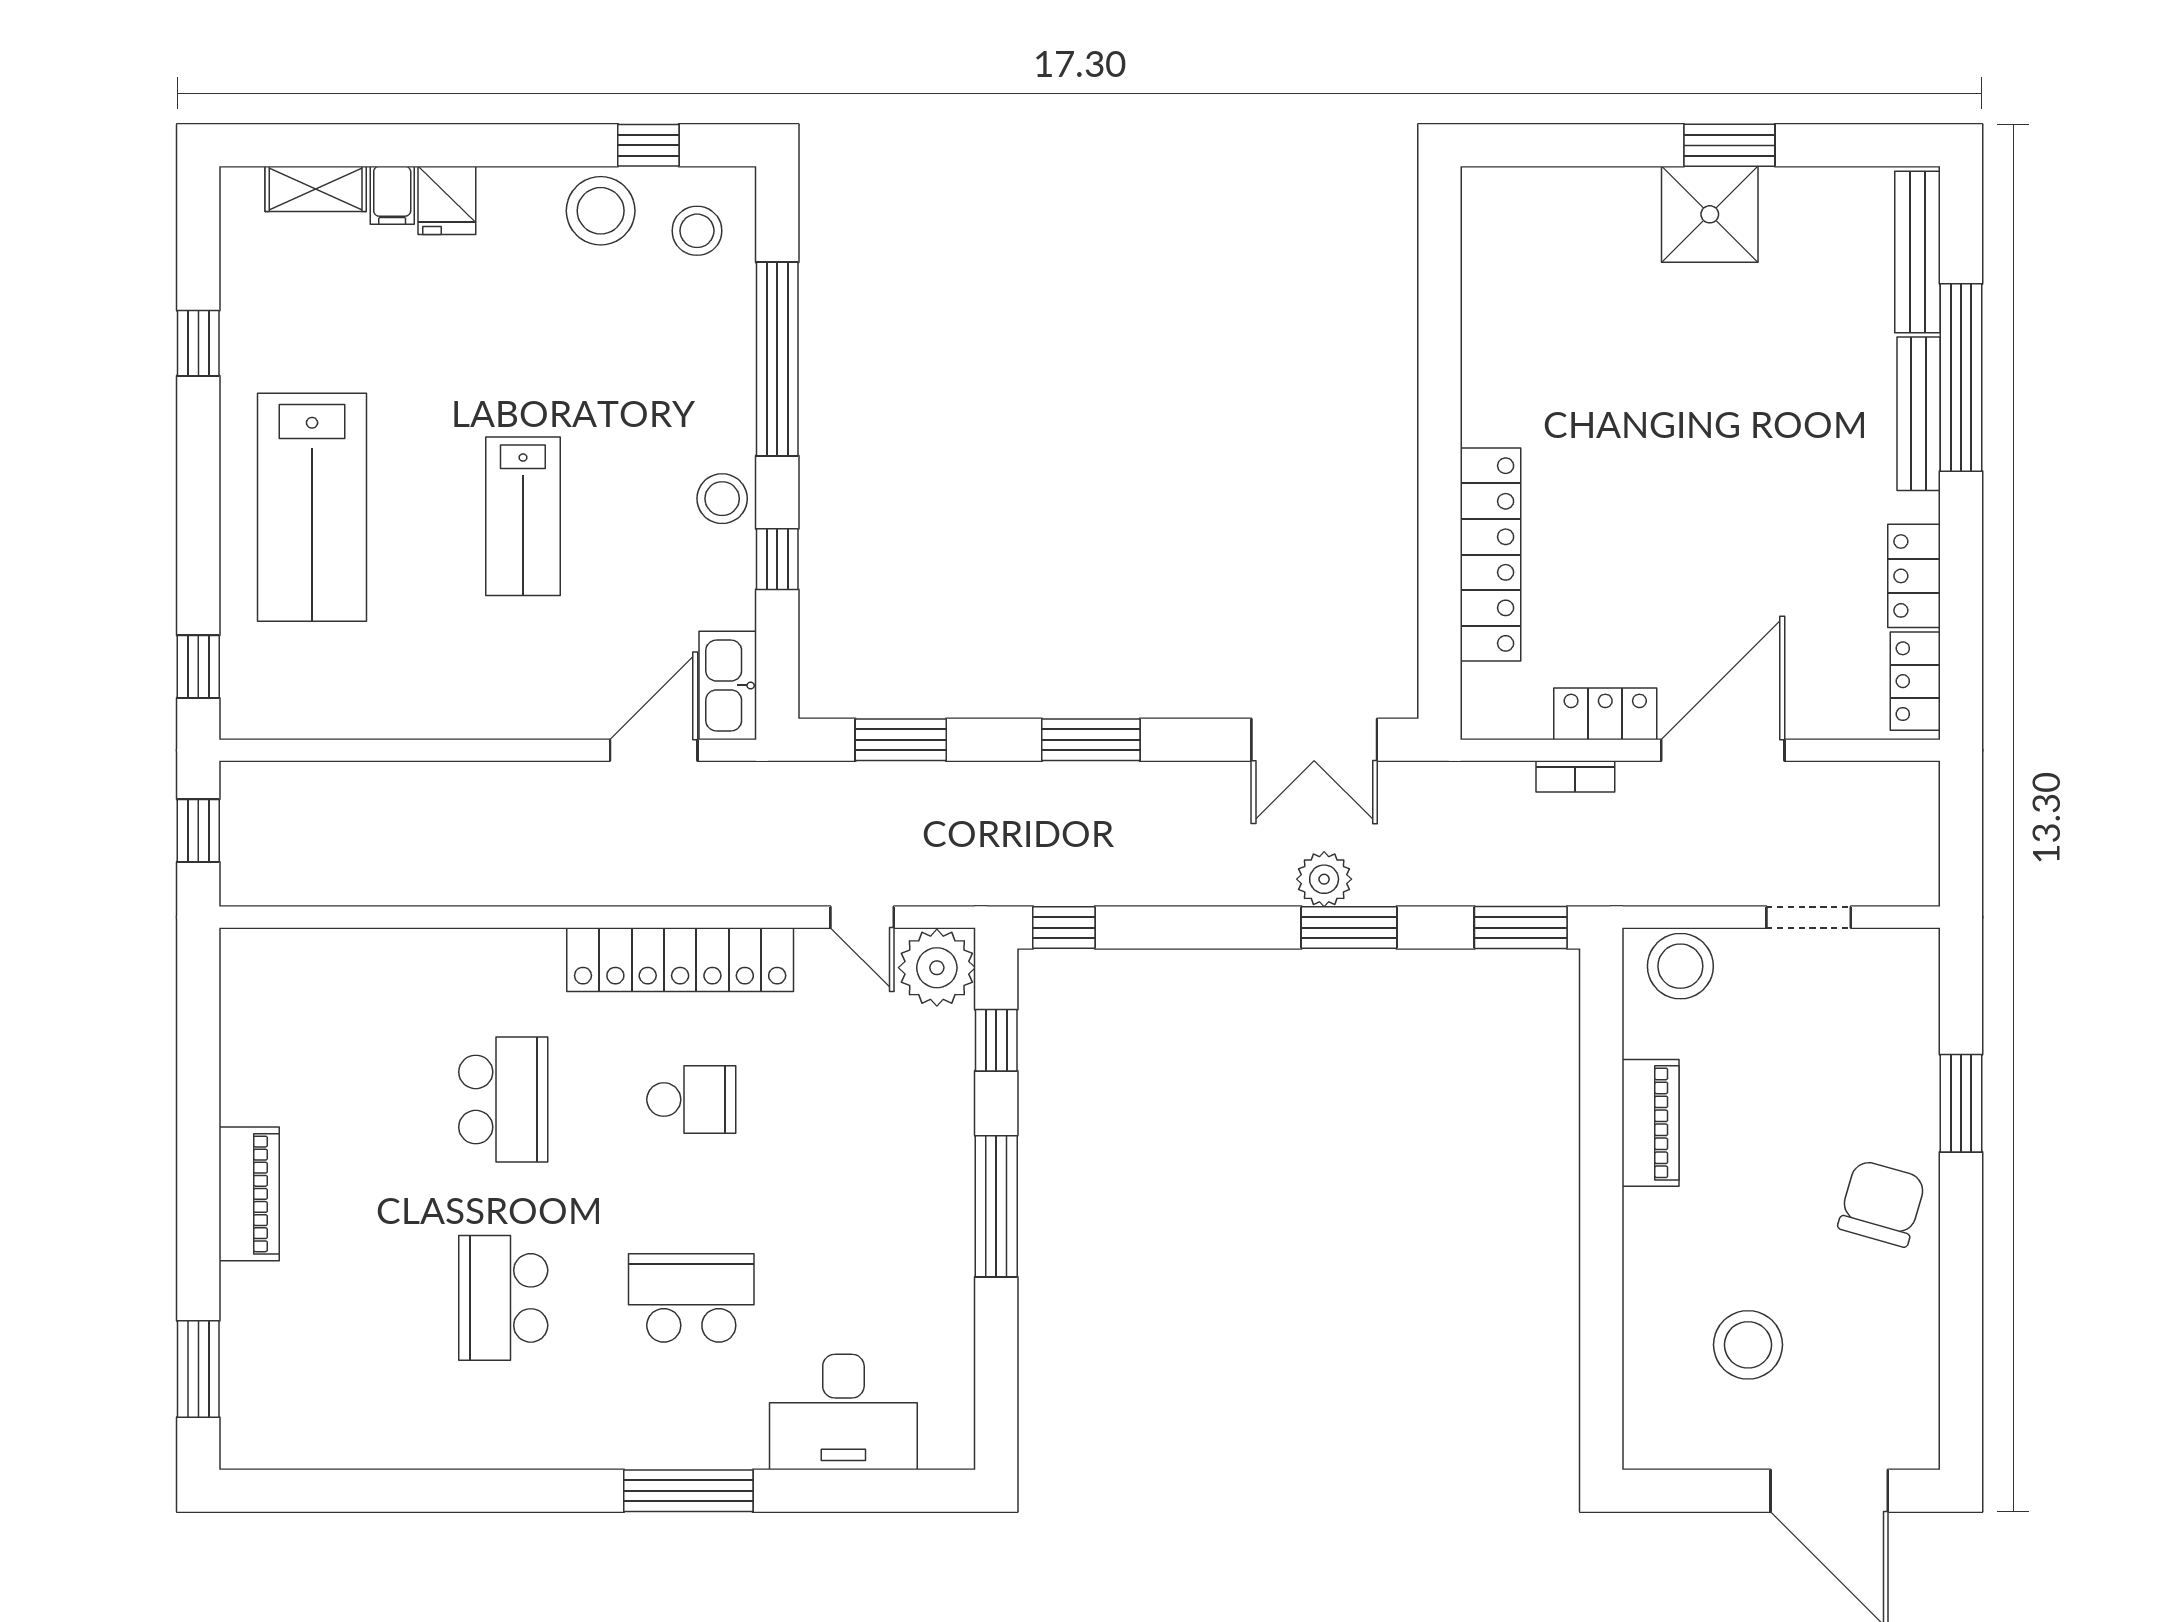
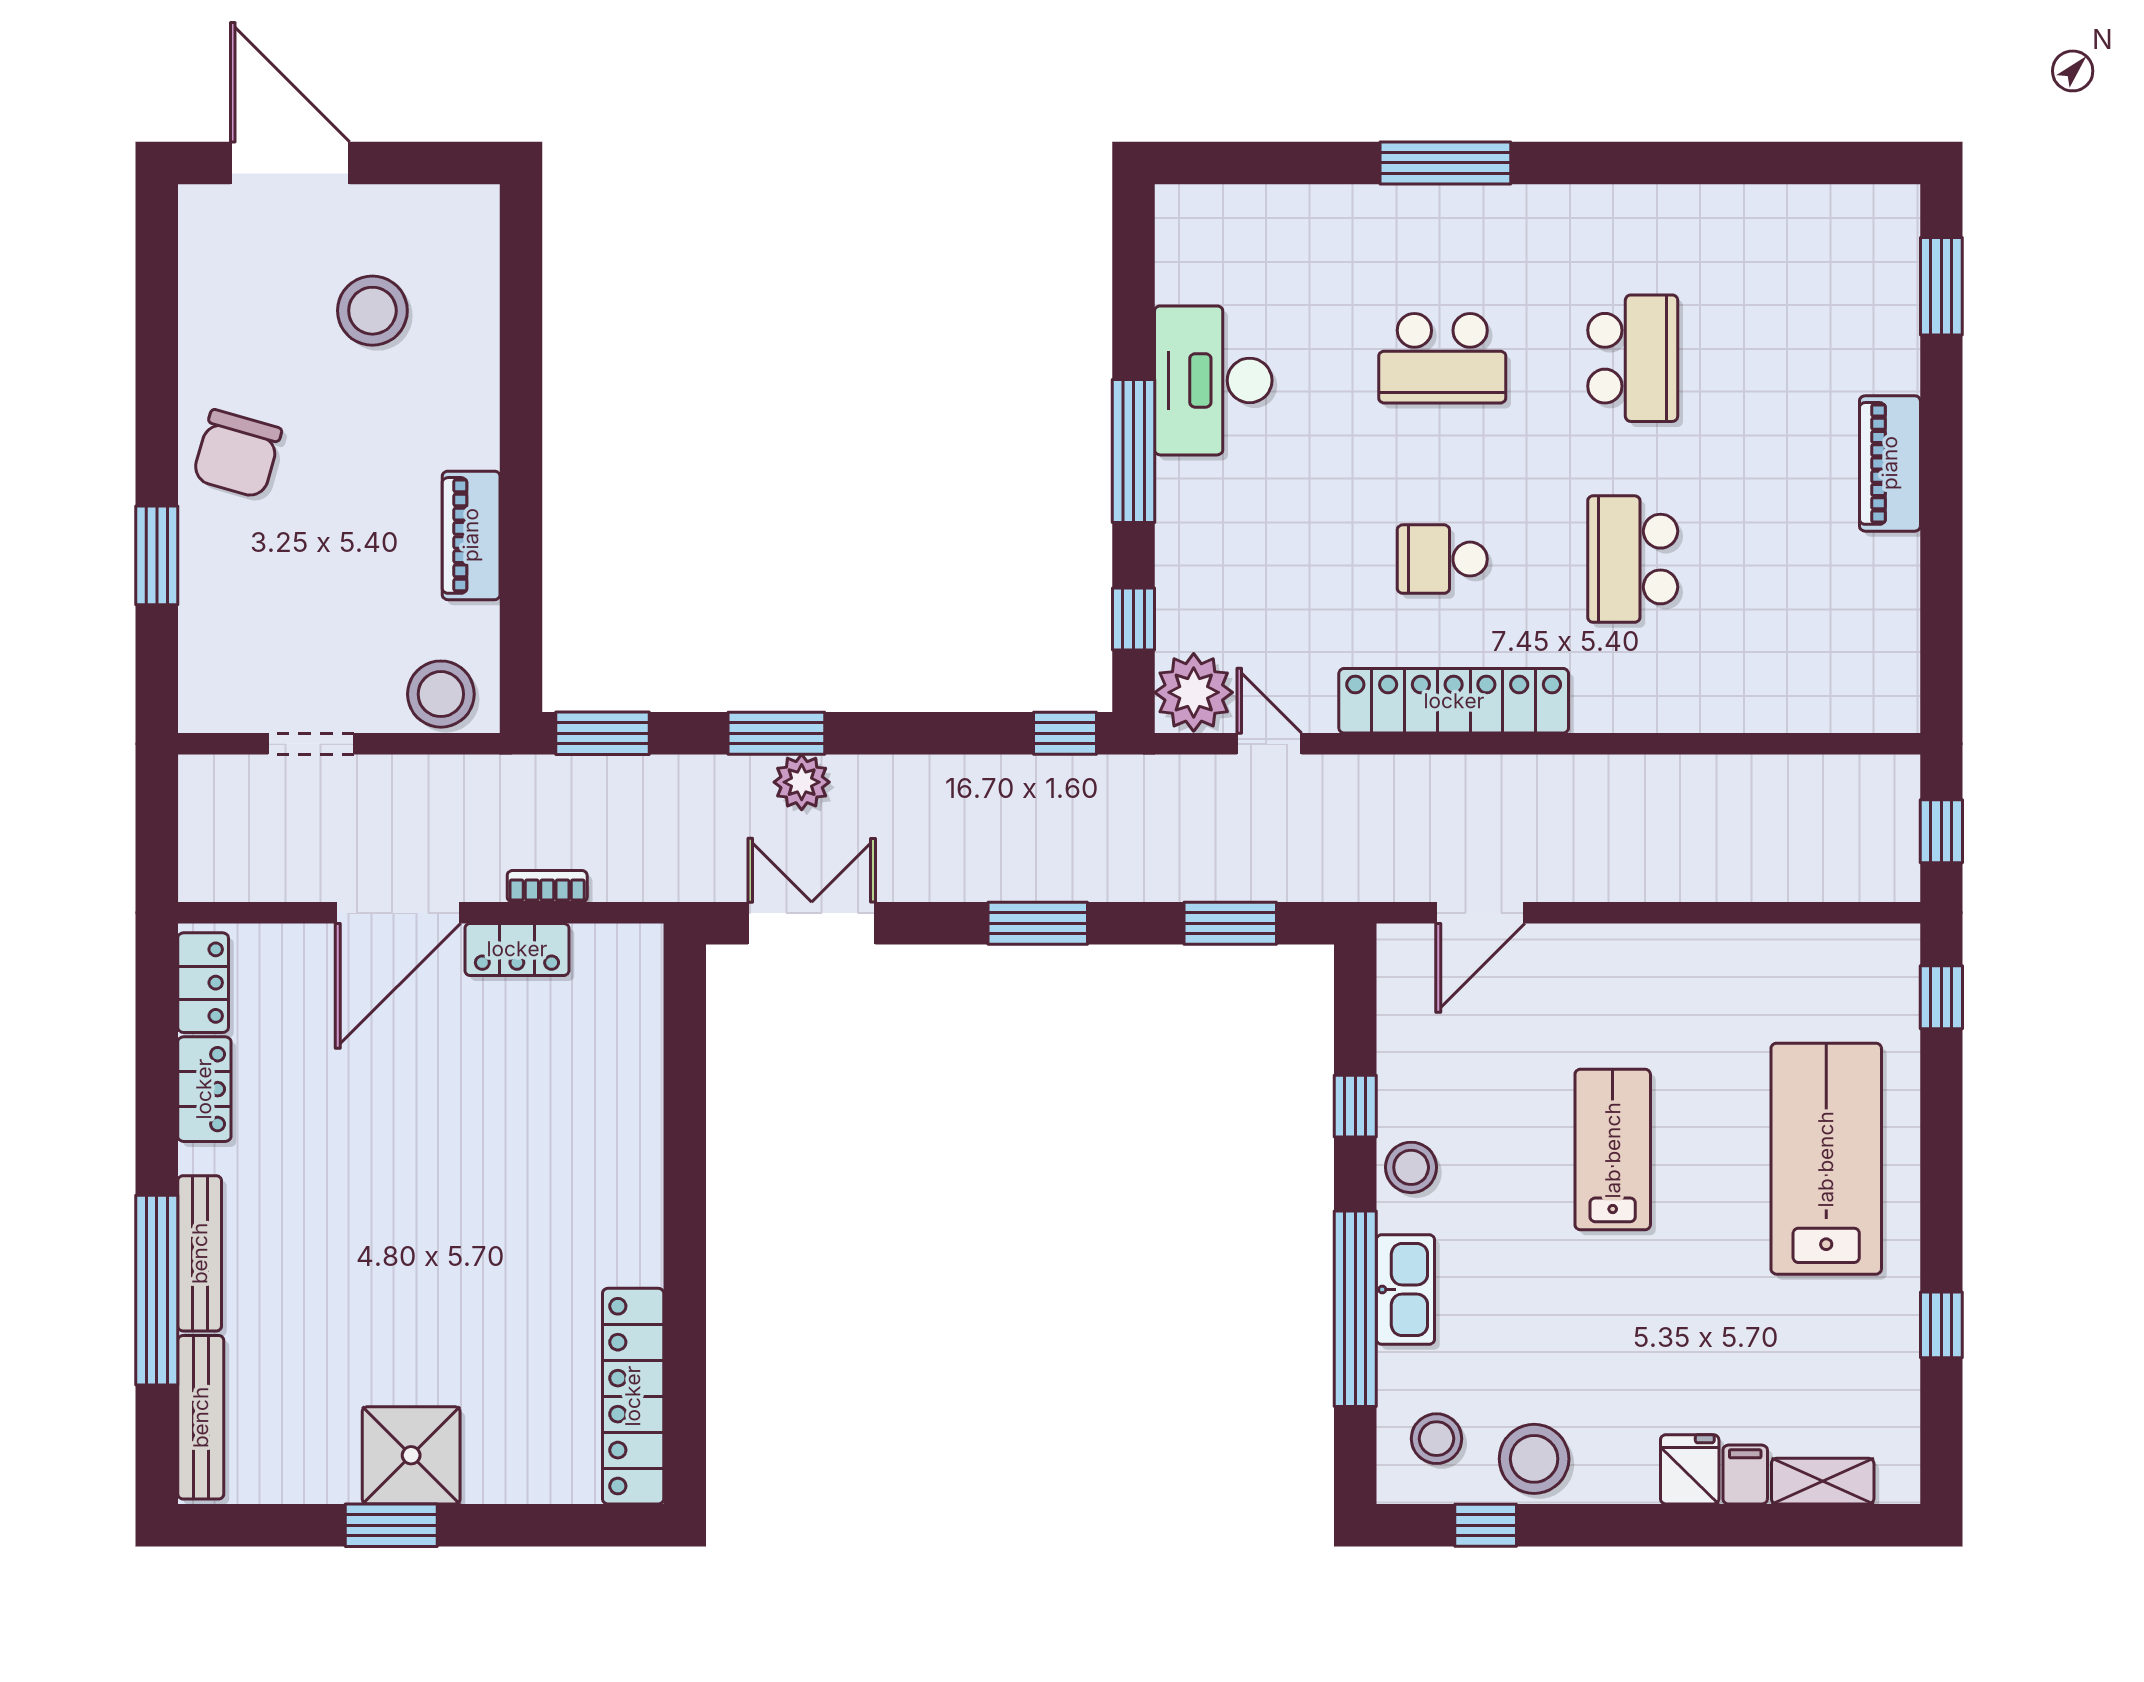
locker: (1491, 555) -> (633, 1396), moved
kitchen sink: (728, 685) -> (1405, 1290), moved
desk: (843, 1412) -> (1213, 380), moved, turned -90

